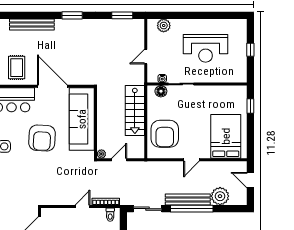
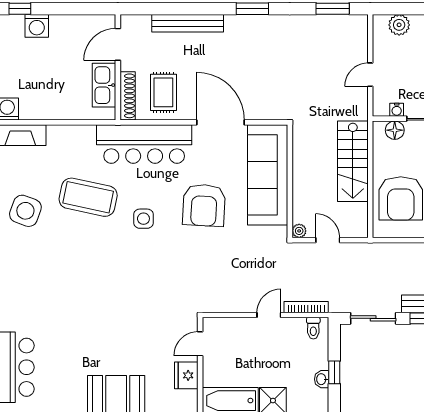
door: (119, 160) -> (328, 240), hinge flipped

